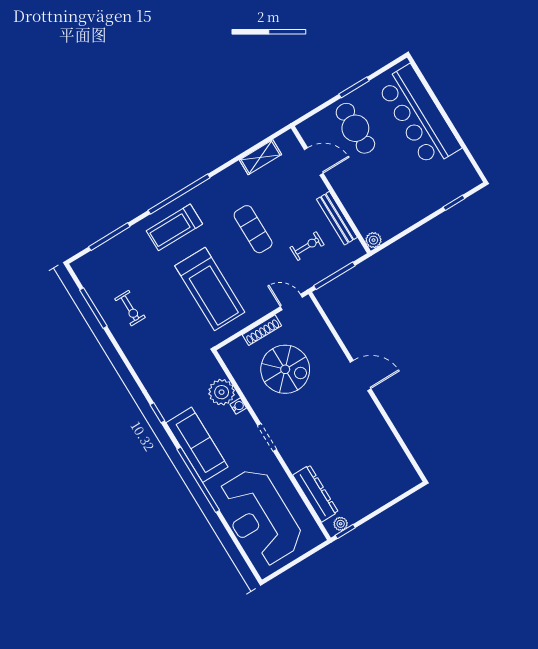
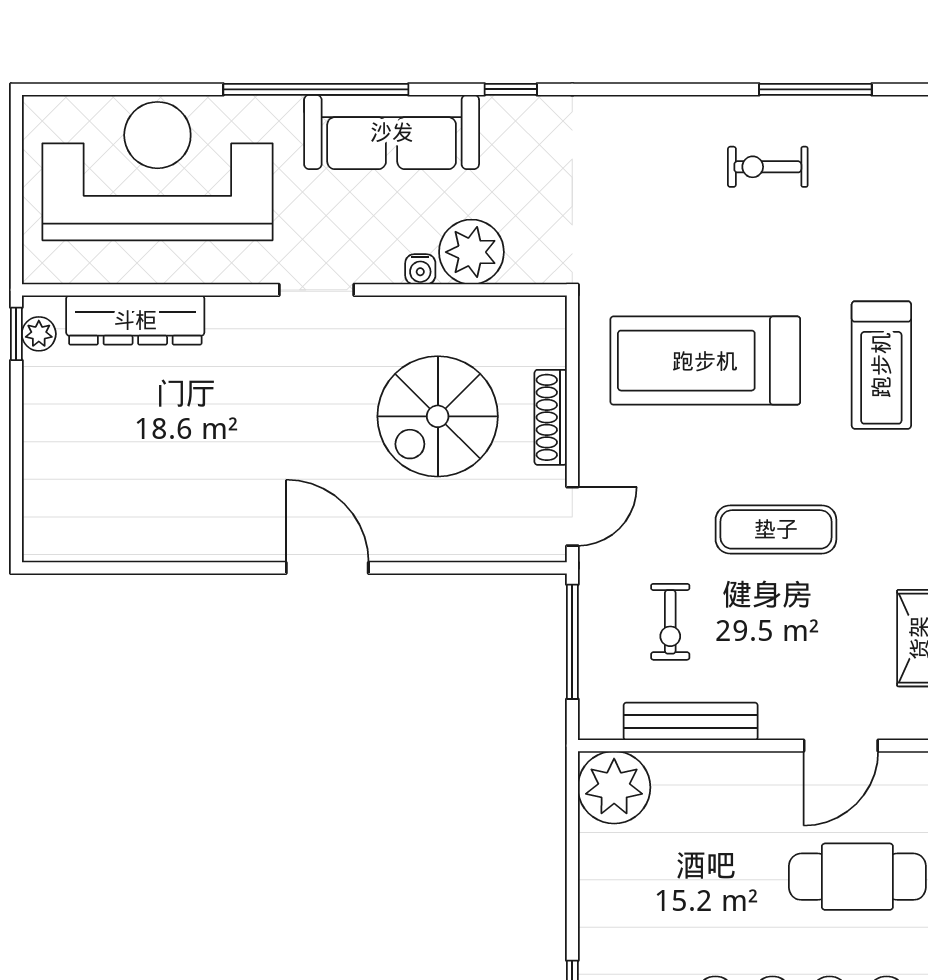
treadmill: (174, 227) -> (881, 365), turned 180
plant: (373, 240) -> (614, 787), width x1.88, depth x1.88
door: (360, 375) -> (327, 568), swing flipped

